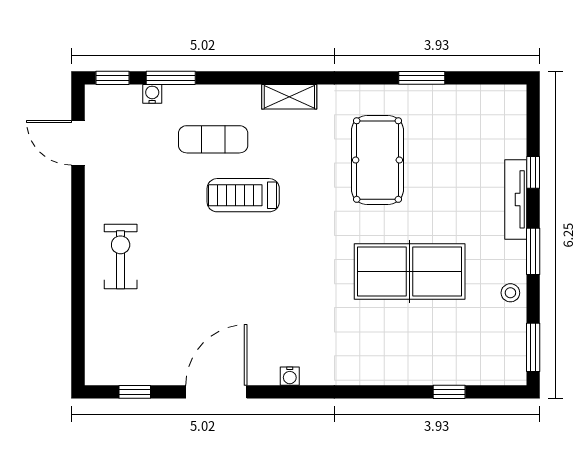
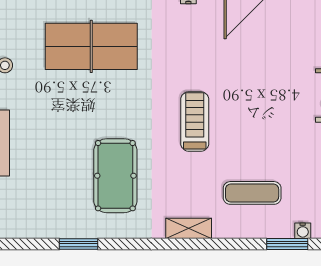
treadmill: (243, 195) -> (195, 121), moved, turned -90
table tennis table: (410, 272) -> (91, 46), moved

